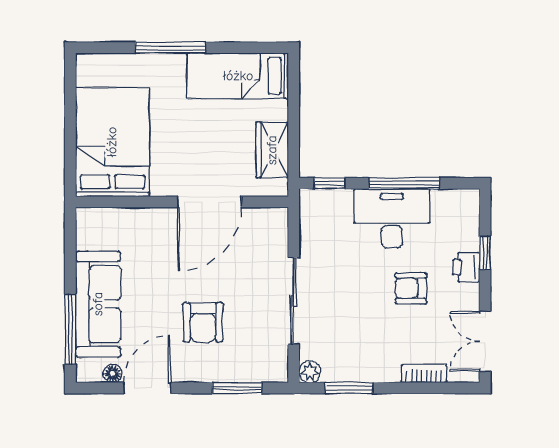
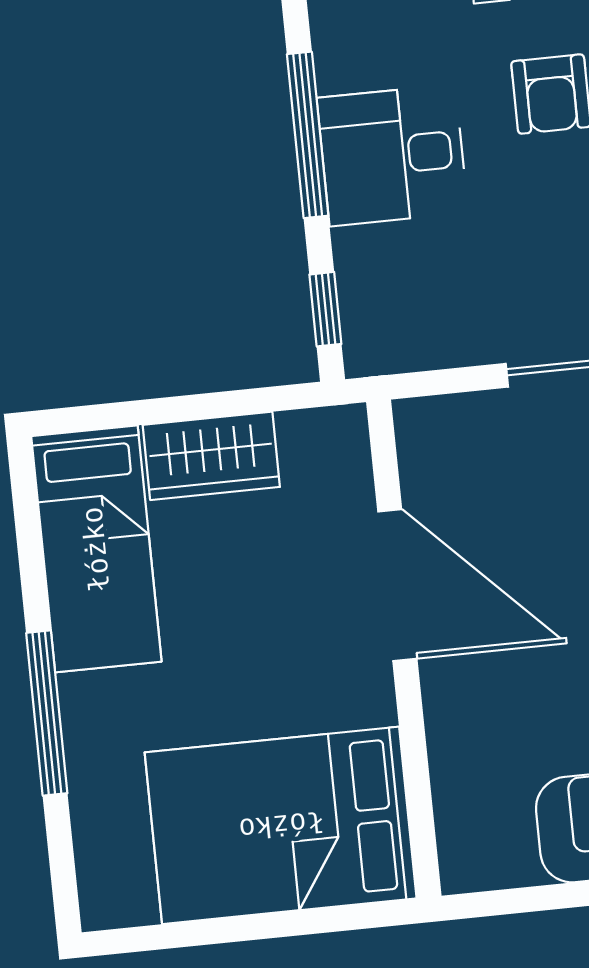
wardrobe: (272, 150) -> (211, 456), moved
desk: (392, 218) -> (392, 155), width x0.73

